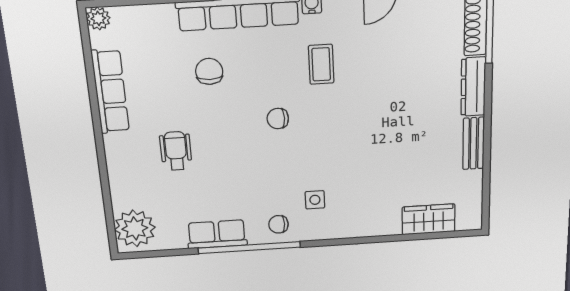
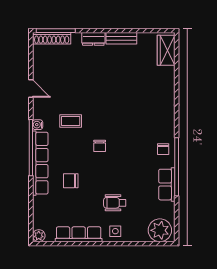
dresser: (473, 87) -> (93, 39), width x0.70
side table: (315, 200) -> (115, 231), moved
wardrobe: (429, 219) -> (166, 50), moved

